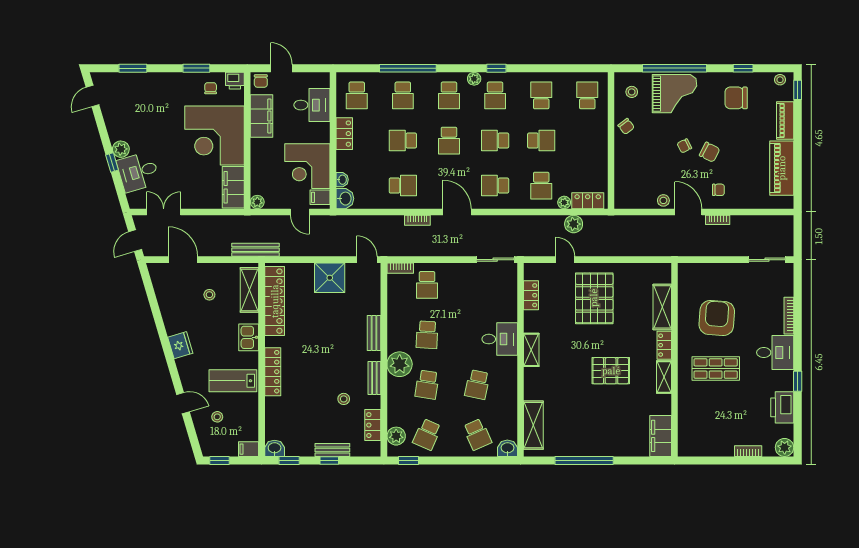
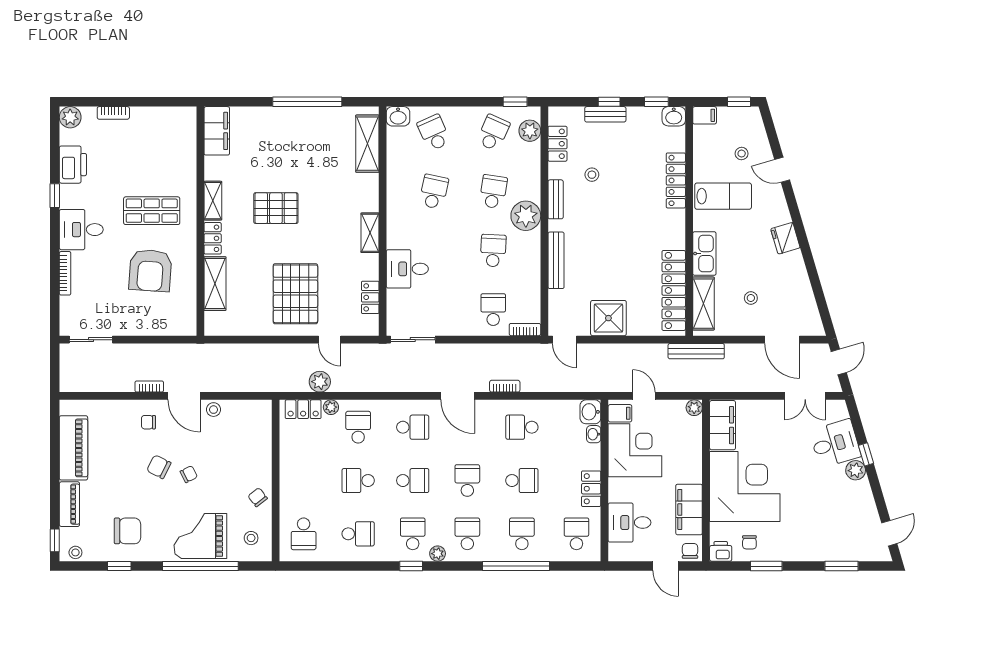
school desk: (541, 95) -> (358, 534), turned -90
bench: (374, 333) -> (556, 260), width x1.36
kitchen sink: (249, 337) -> (704, 254), width x1.38
desk: (500, 339) -> (407, 269), moved
locker: (273, 372) -> (676, 180), moved

